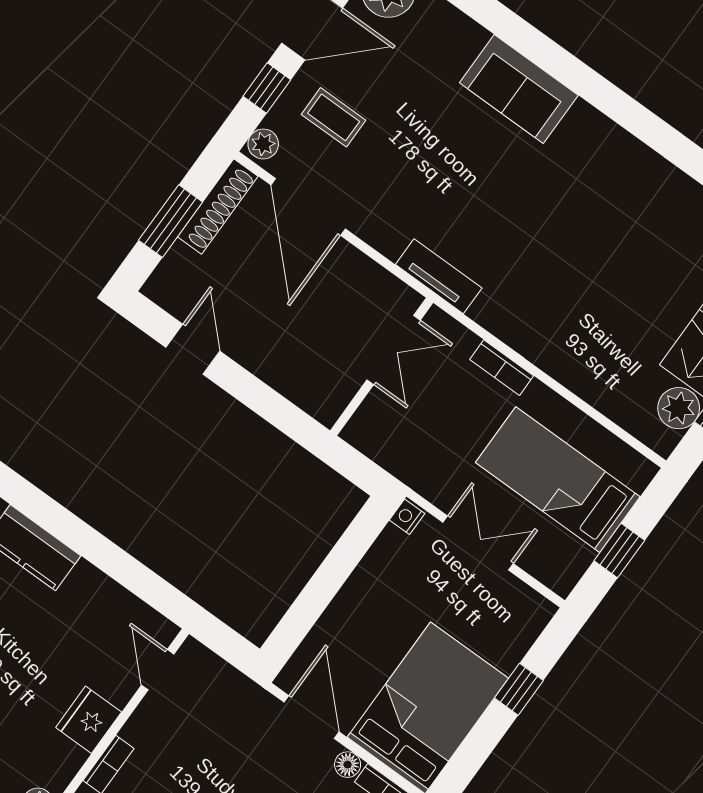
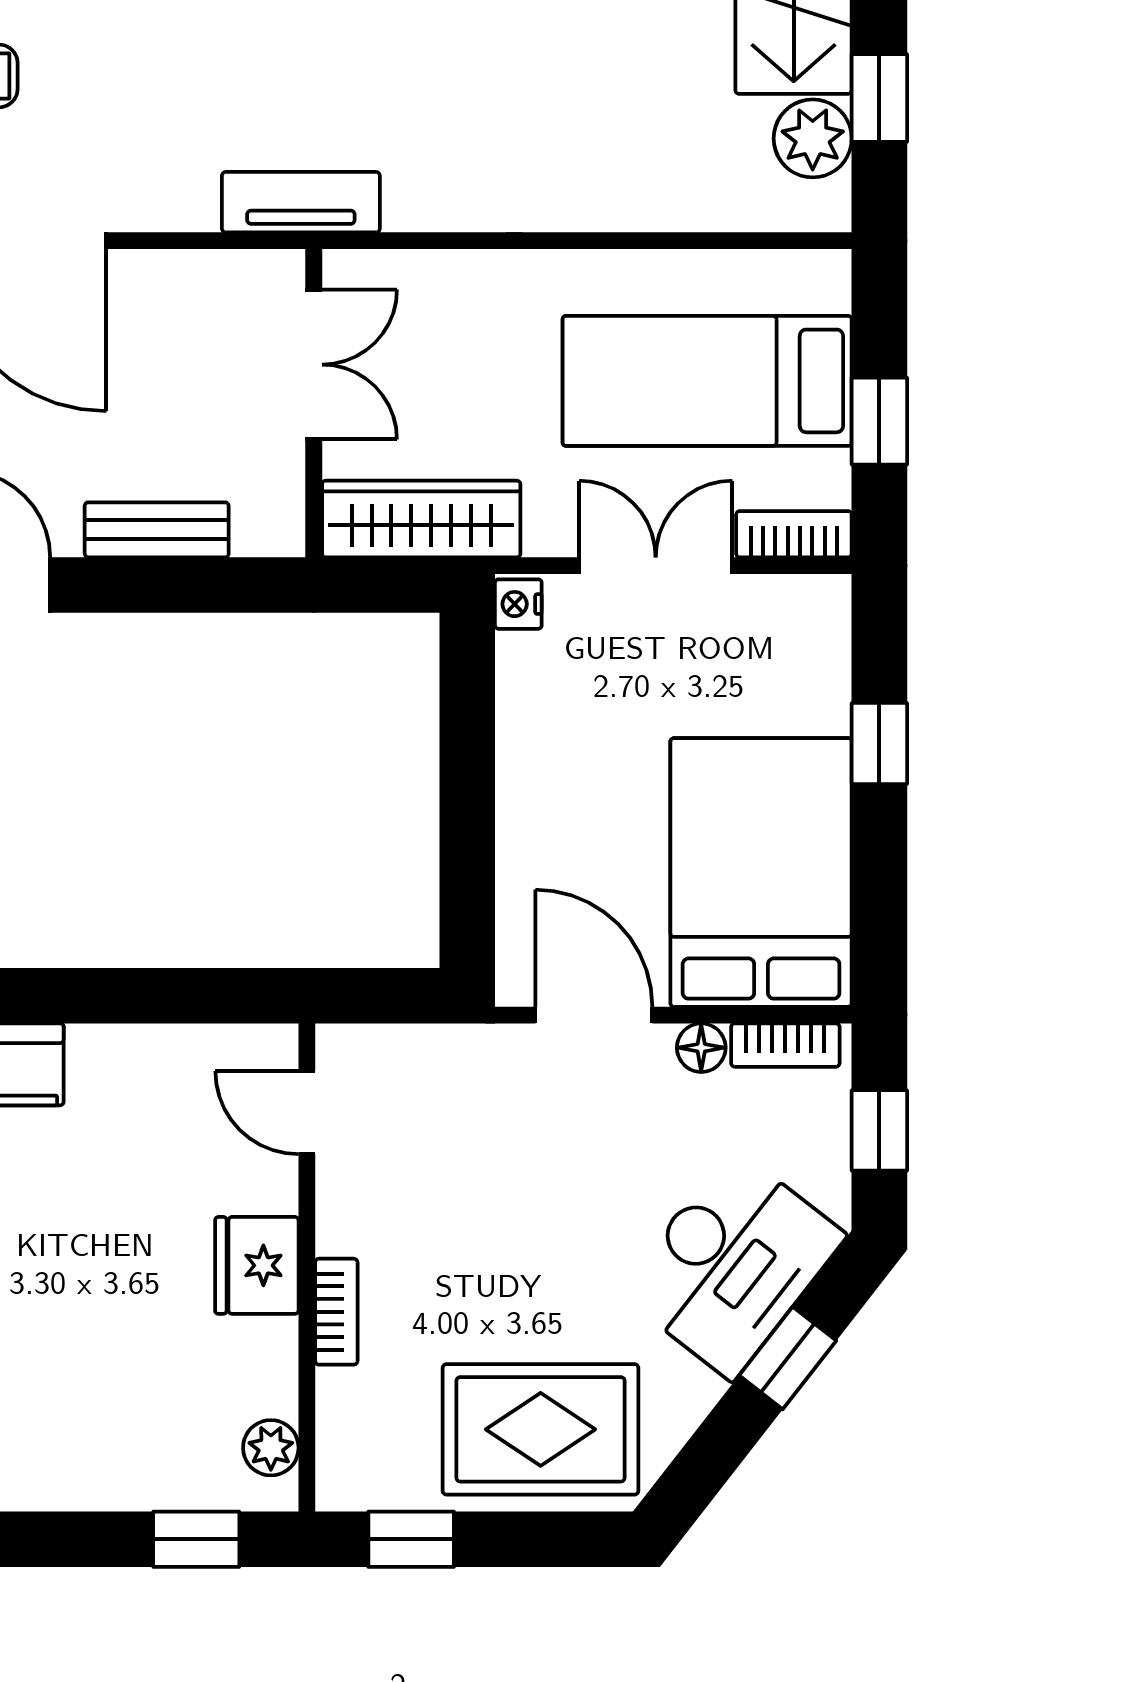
bookcase: (502, 368) -> (794, 534), moved, turned 180
bench: (275, 372) -> (157, 530), added
wardrobe: (392, 450) -> (421, 519), added

